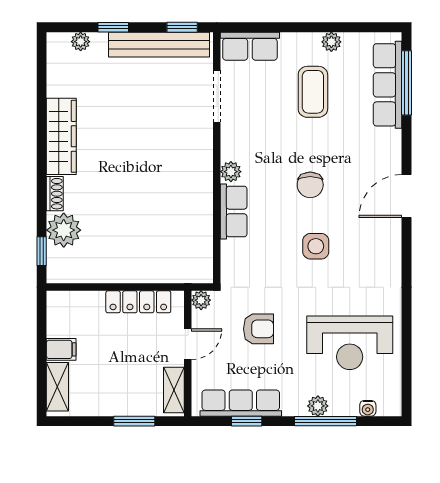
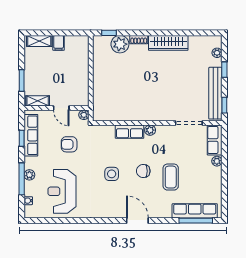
plant: (331, 42) -> (217, 161), moved
coffee table: (313, 92) -> (171, 177), moved, turned 90
locker: (138, 302) -> (83, 83), removed
armchair: (258, 329) -> (69, 144), turned 90

